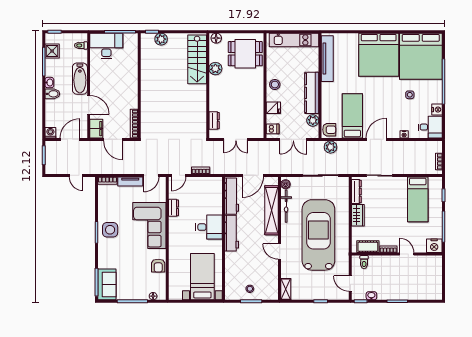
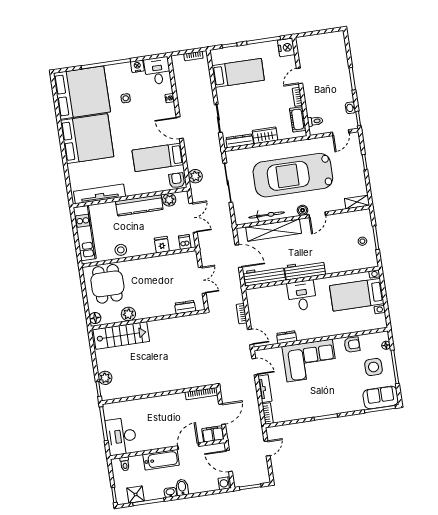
stool: (275, 85) -> (121, 250), moved
boiler: (286, 184) -> (303, 210), moved
side table: (110, 230) -> (374, 367), moved

